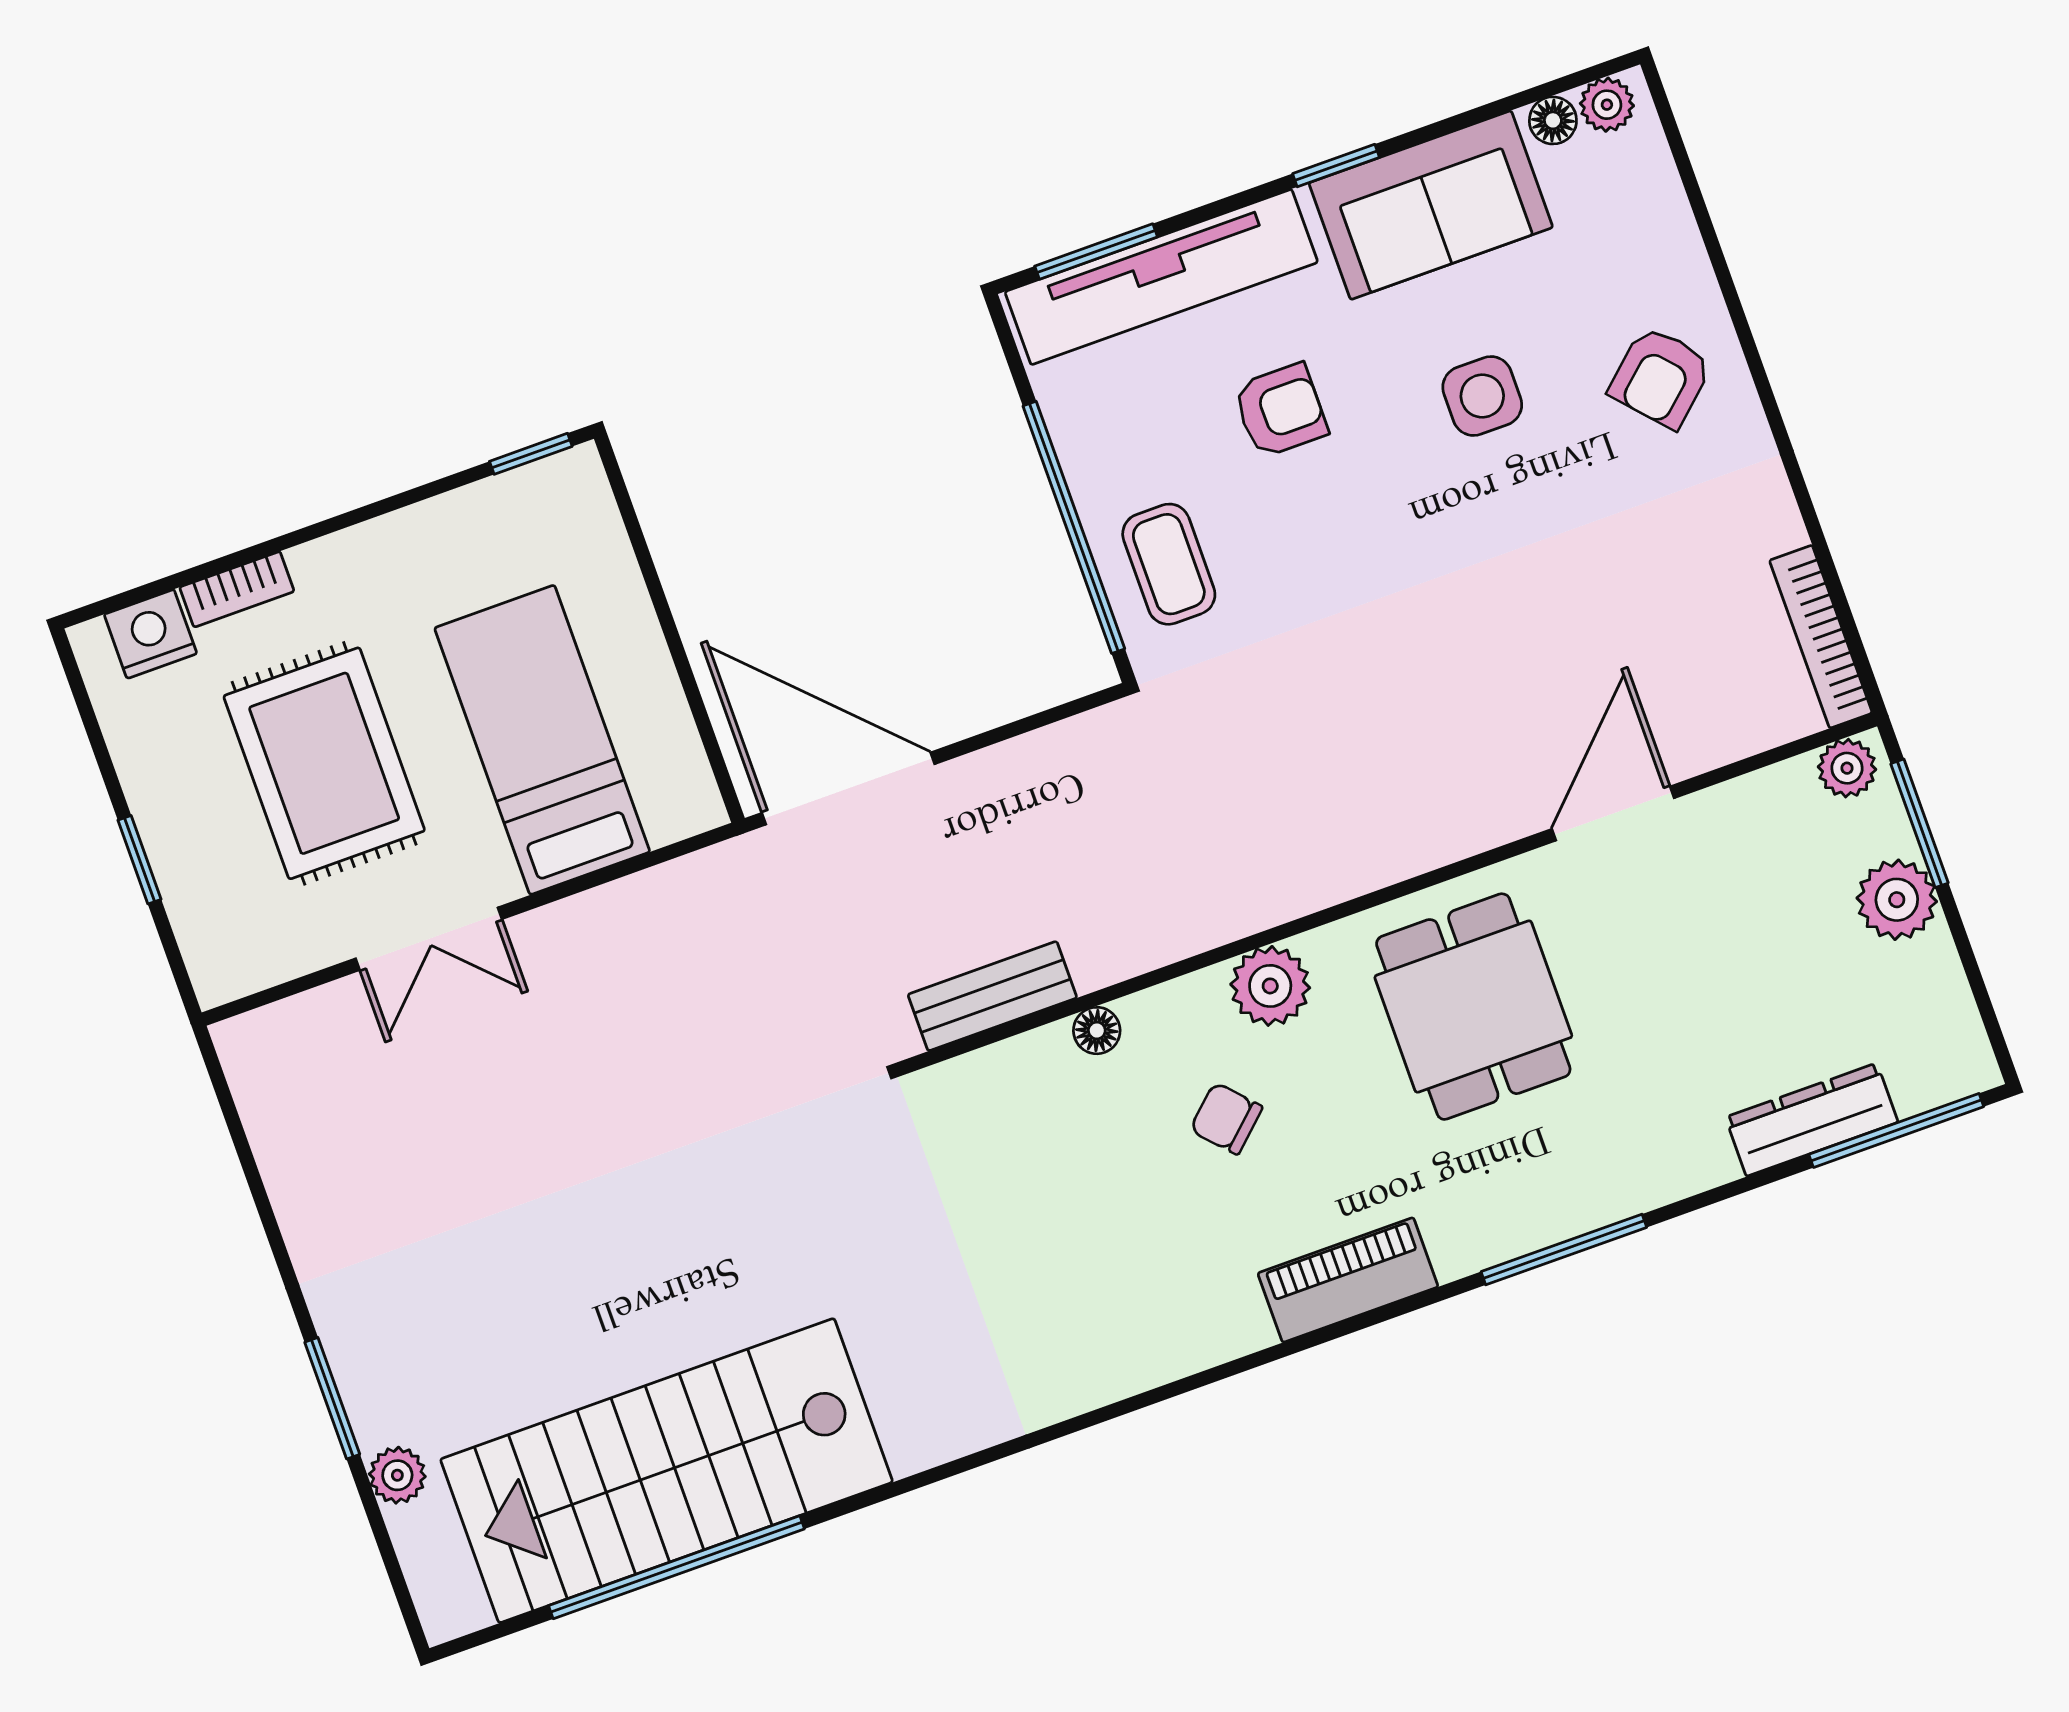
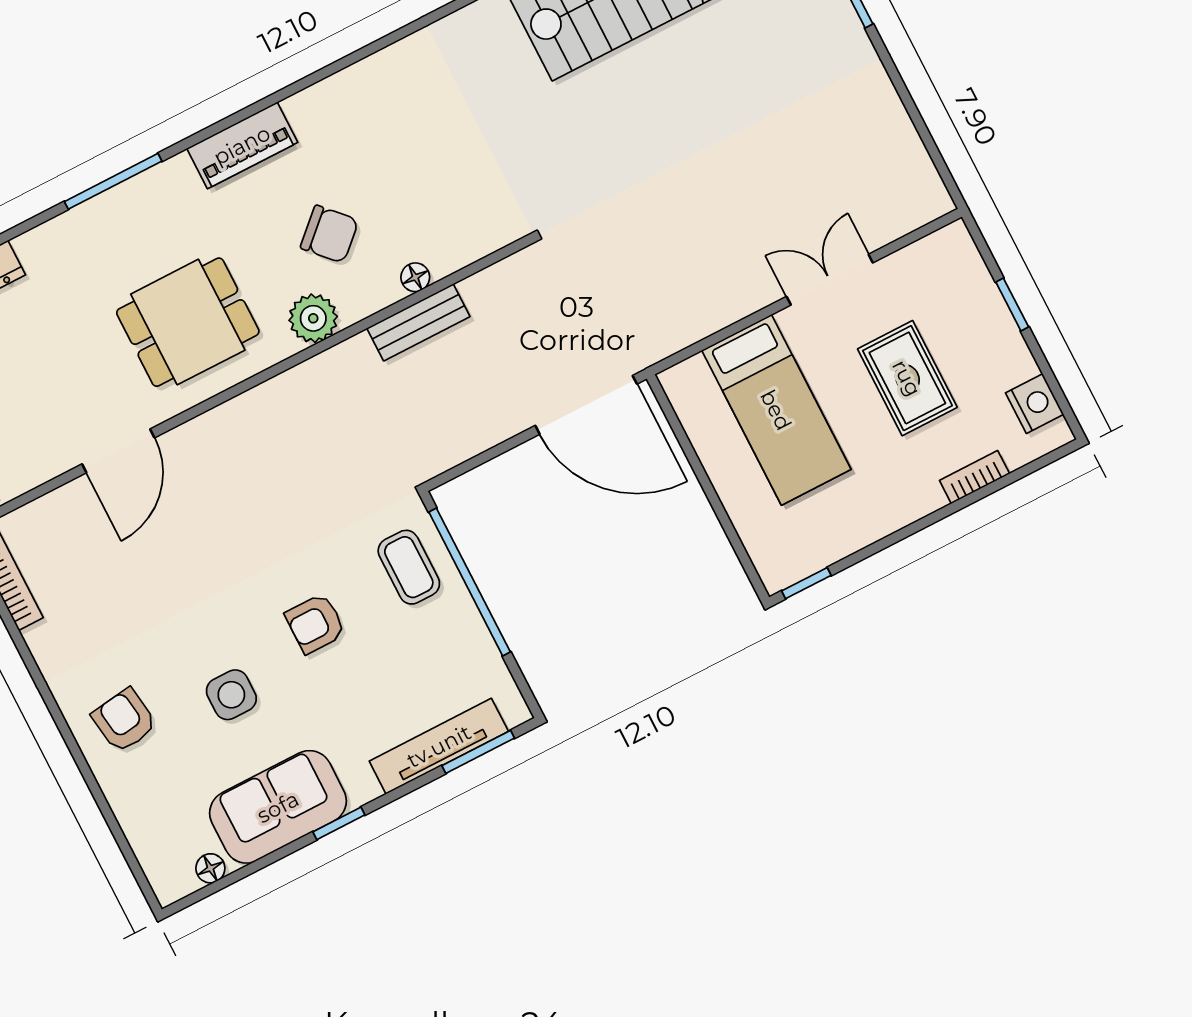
plant: (1607, 105) -> (179, 882), removed
tv unit: (1161, 277) -> (439, 746), width x0.73, depth x0.78
armchair: (1661, 377) -> (124, 720), turned -56
armchair: (1280, 410) -> (315, 624), moved
nightstand: (150, 634) -> (1035, 404), moved, turned -90
rug: (324, 763) -> (907, 378), width x0.73, depth x0.70
bench: (992, 996) -> (418, 322), moved
dining table: (1473, 1007) -> (188, 322), turned 90
chair: (1226, 1118) -> (329, 234), width x1.37, depth x1.37

